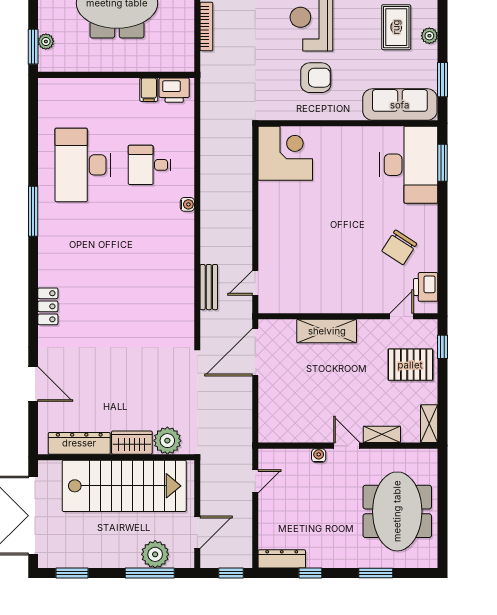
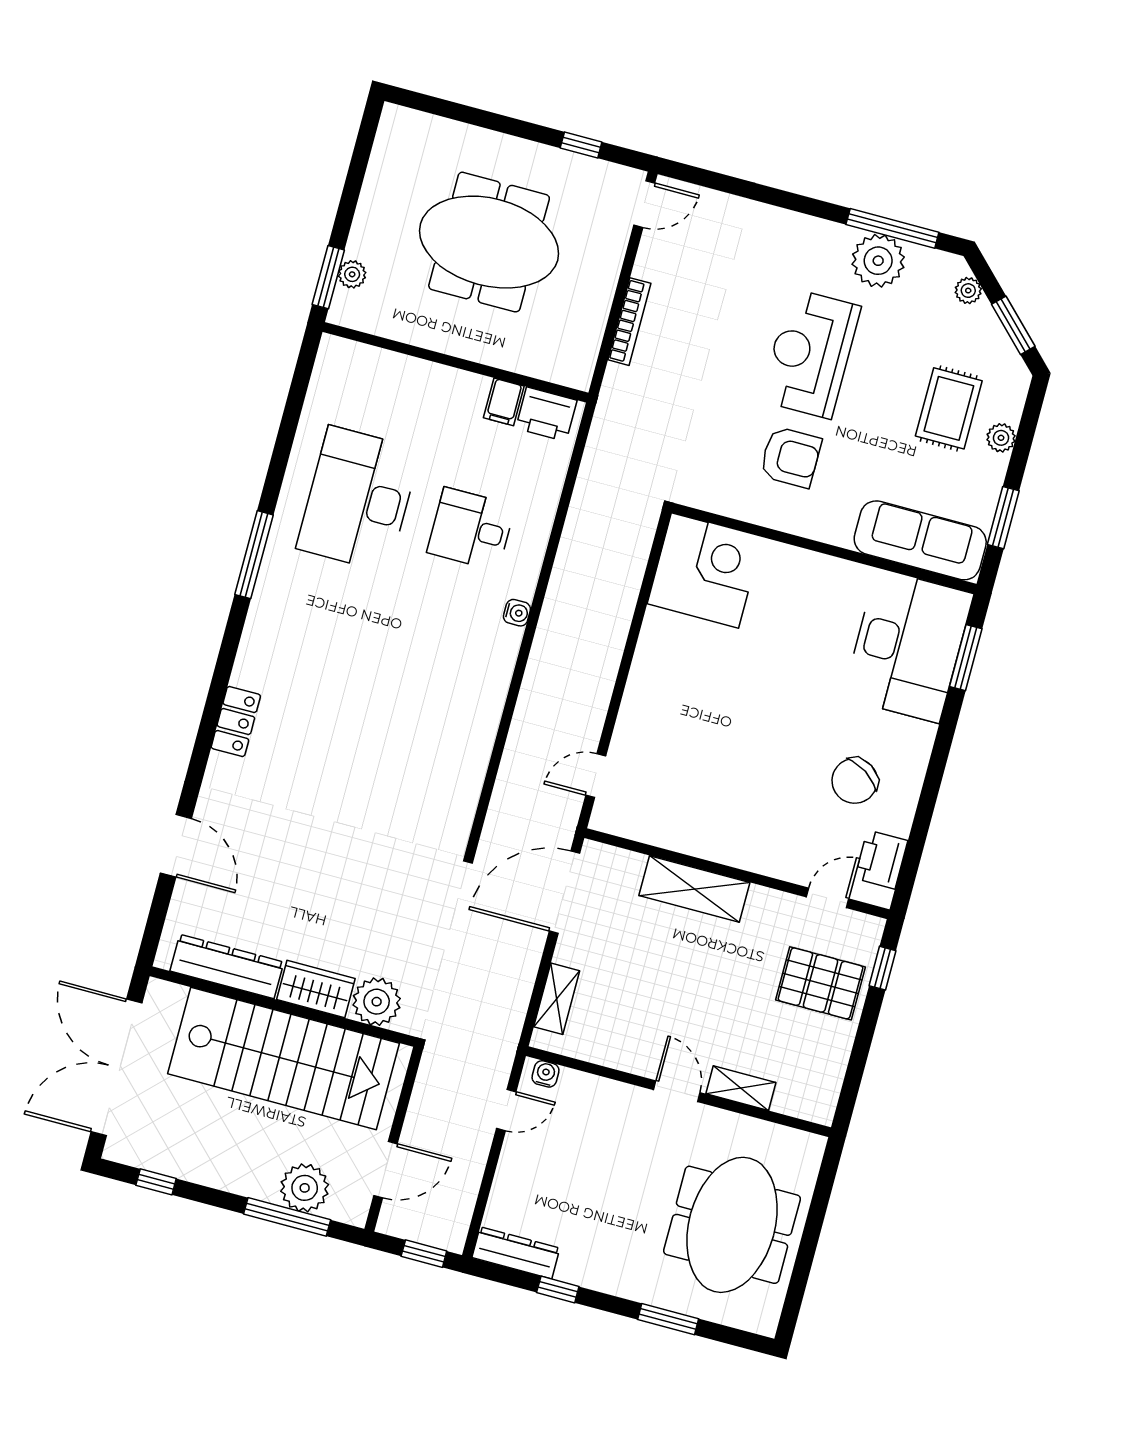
bench: (209, 287) -> (516, 762), removed
shelving: (429, 424) -> (557, 999), moved
water cooler: (319, 456) -> (546, 1074), moved
window: (72, 573) -> (156, 1182), width x0.67

